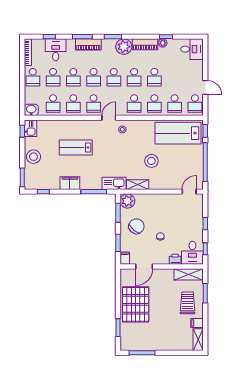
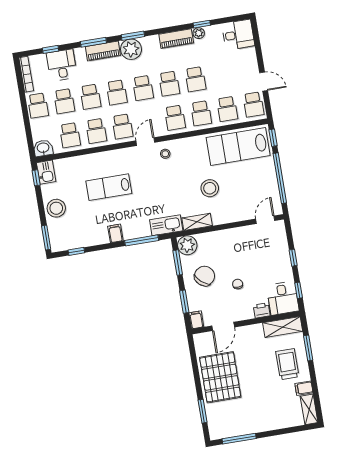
plant: (124, 47) -> (131, 49), moved
filing cabinet: (70, 183) -> (115, 233), width x0.50

